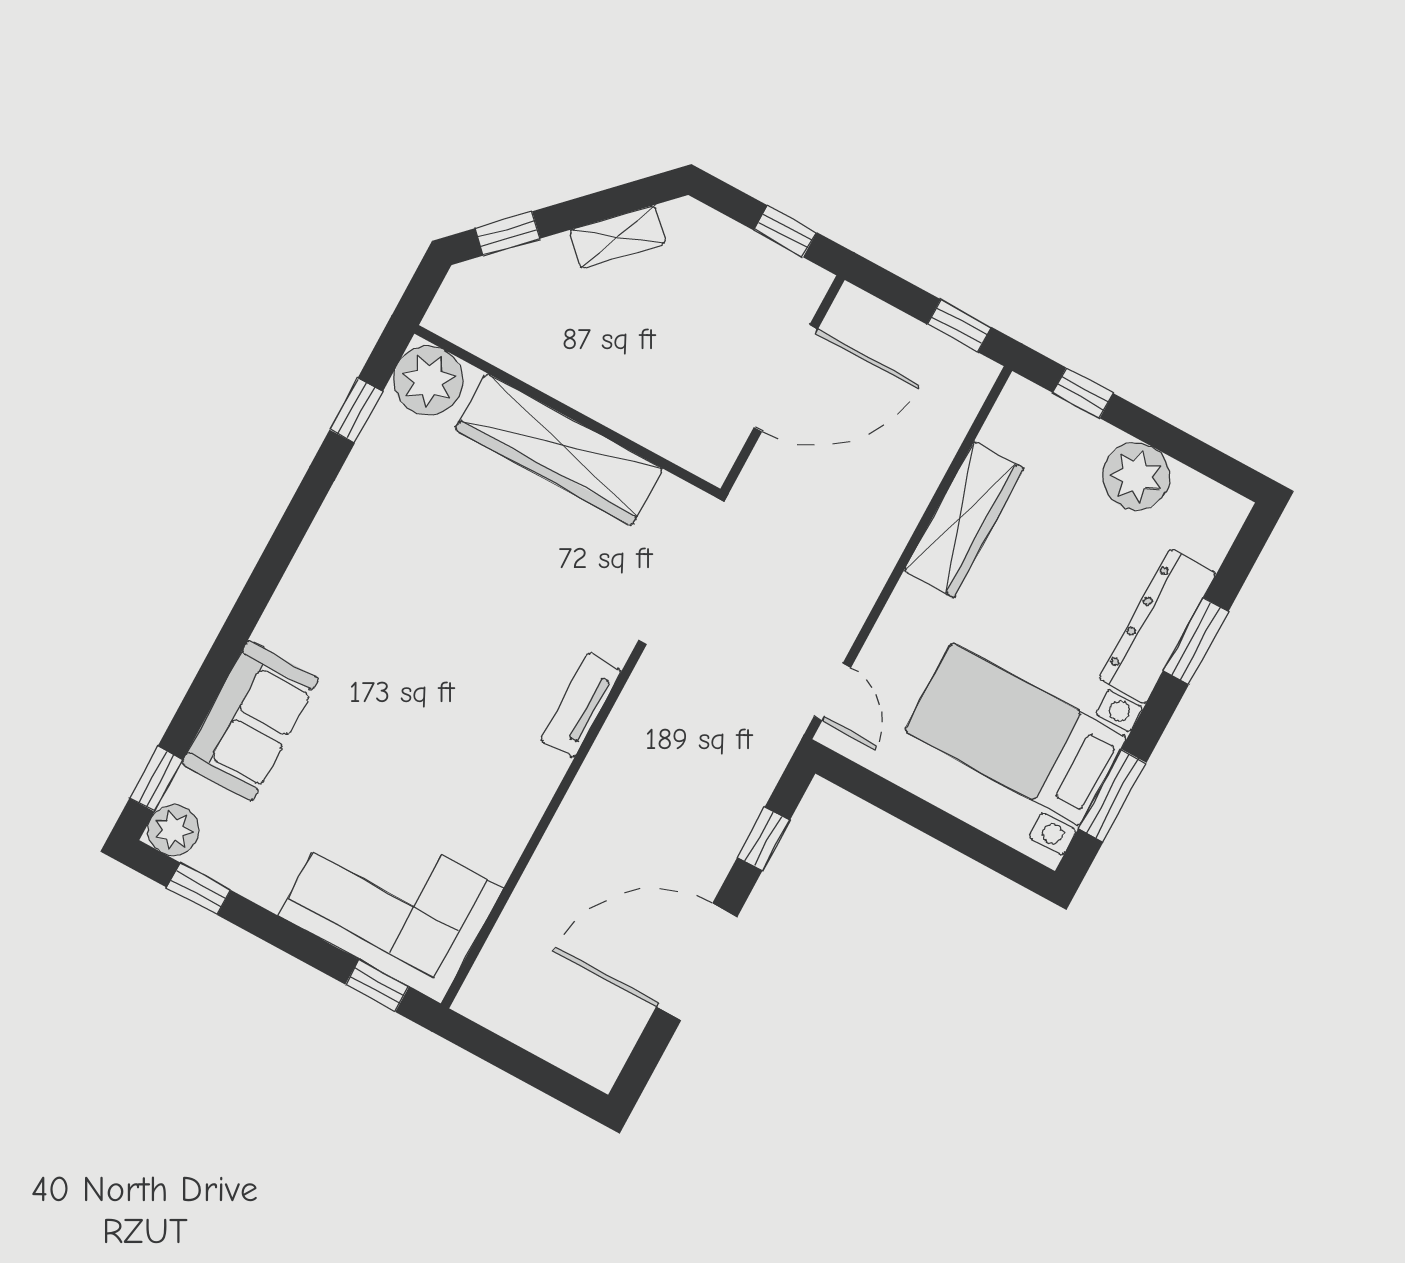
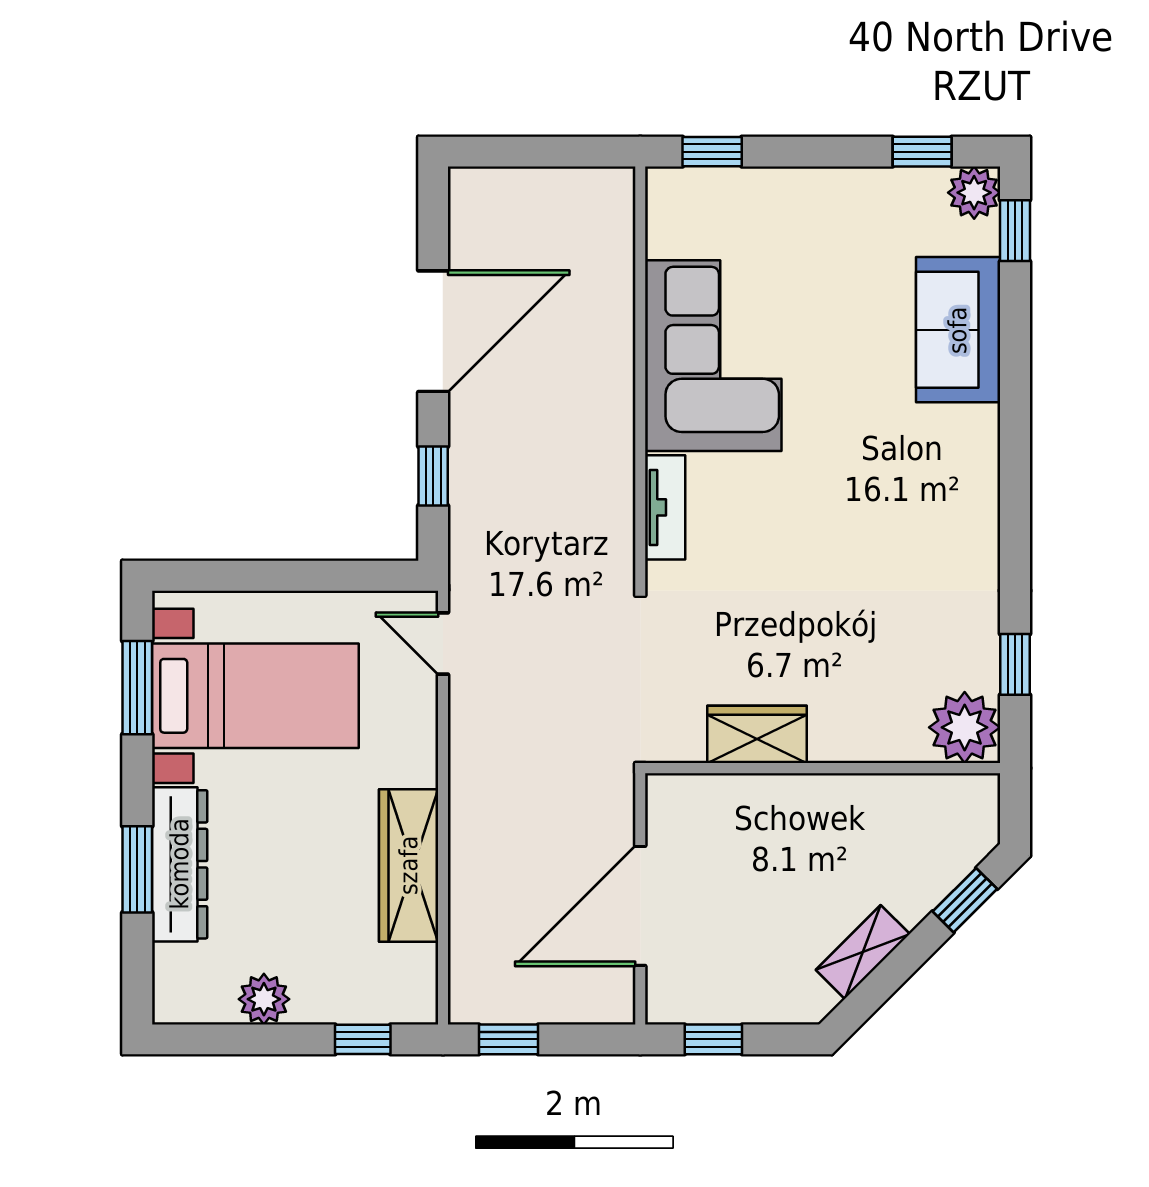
wardrobe: (559, 449) -> (757, 734), width x0.48, depth x0.85
plant: (1136, 476) -> (264, 999), width x0.73, depth x0.73
corner sofa: (391, 902) -> (713, 356), moved, turned -90

